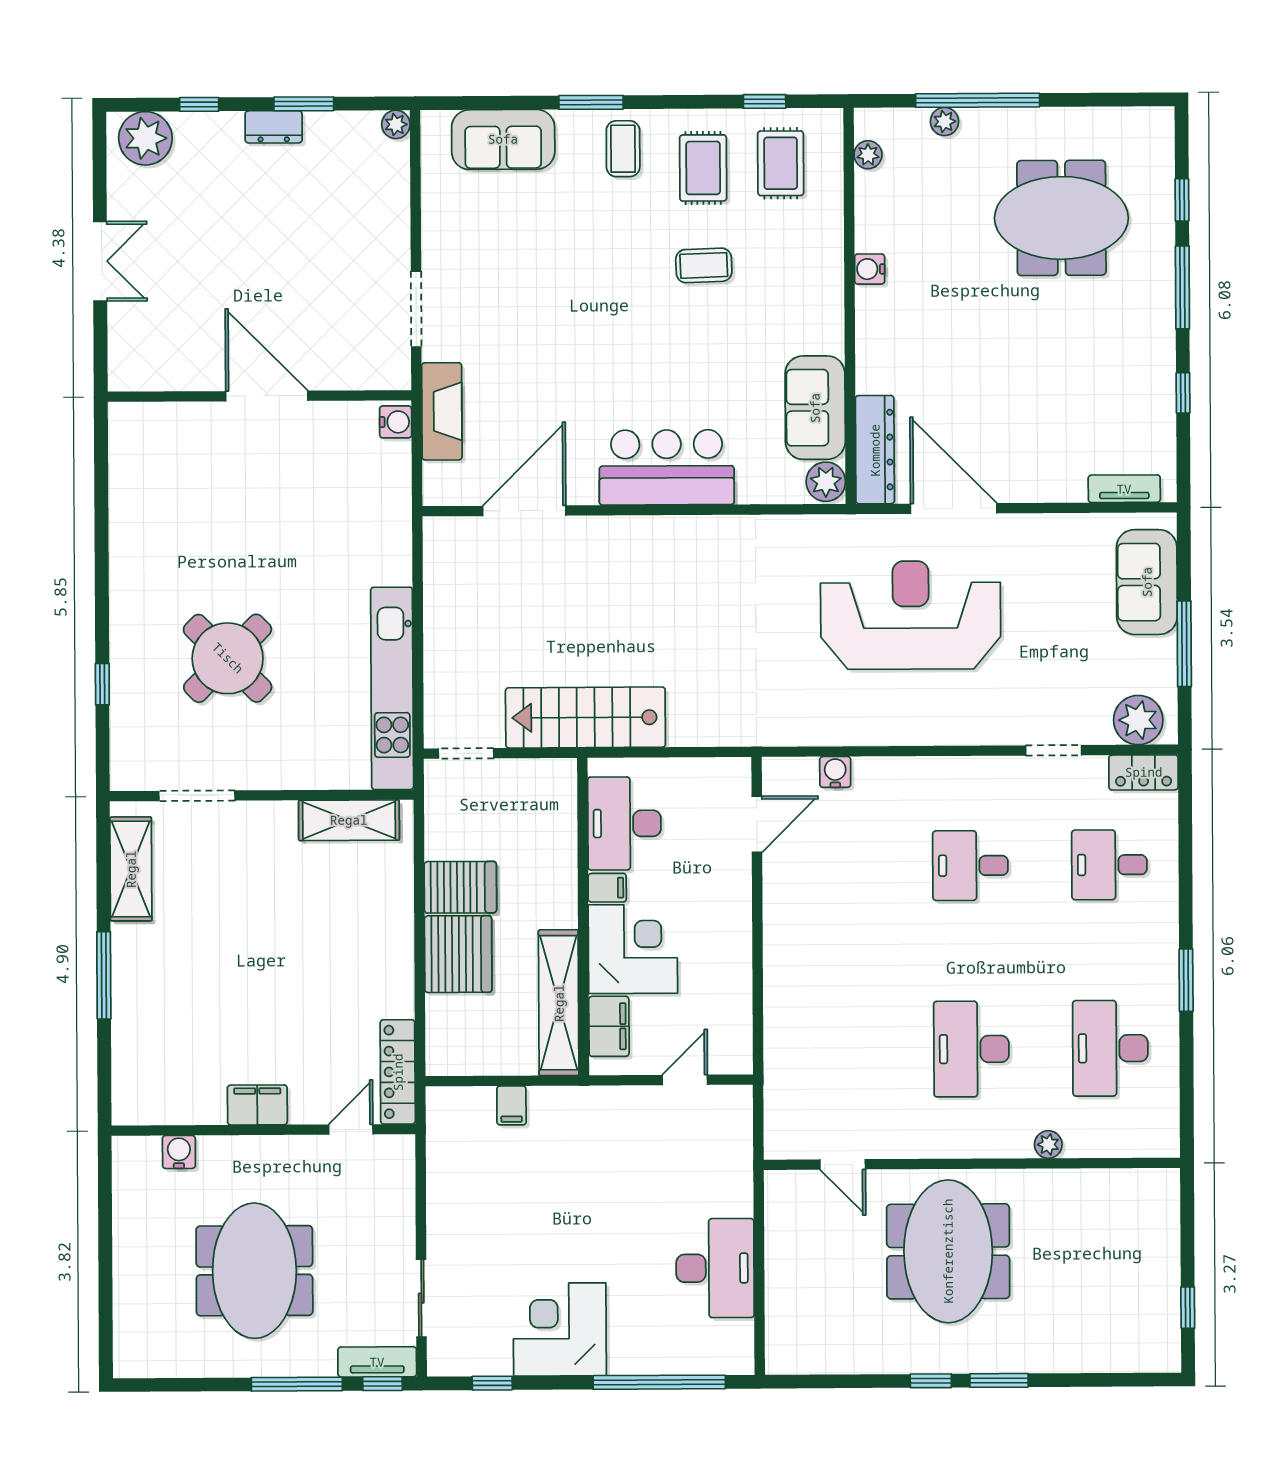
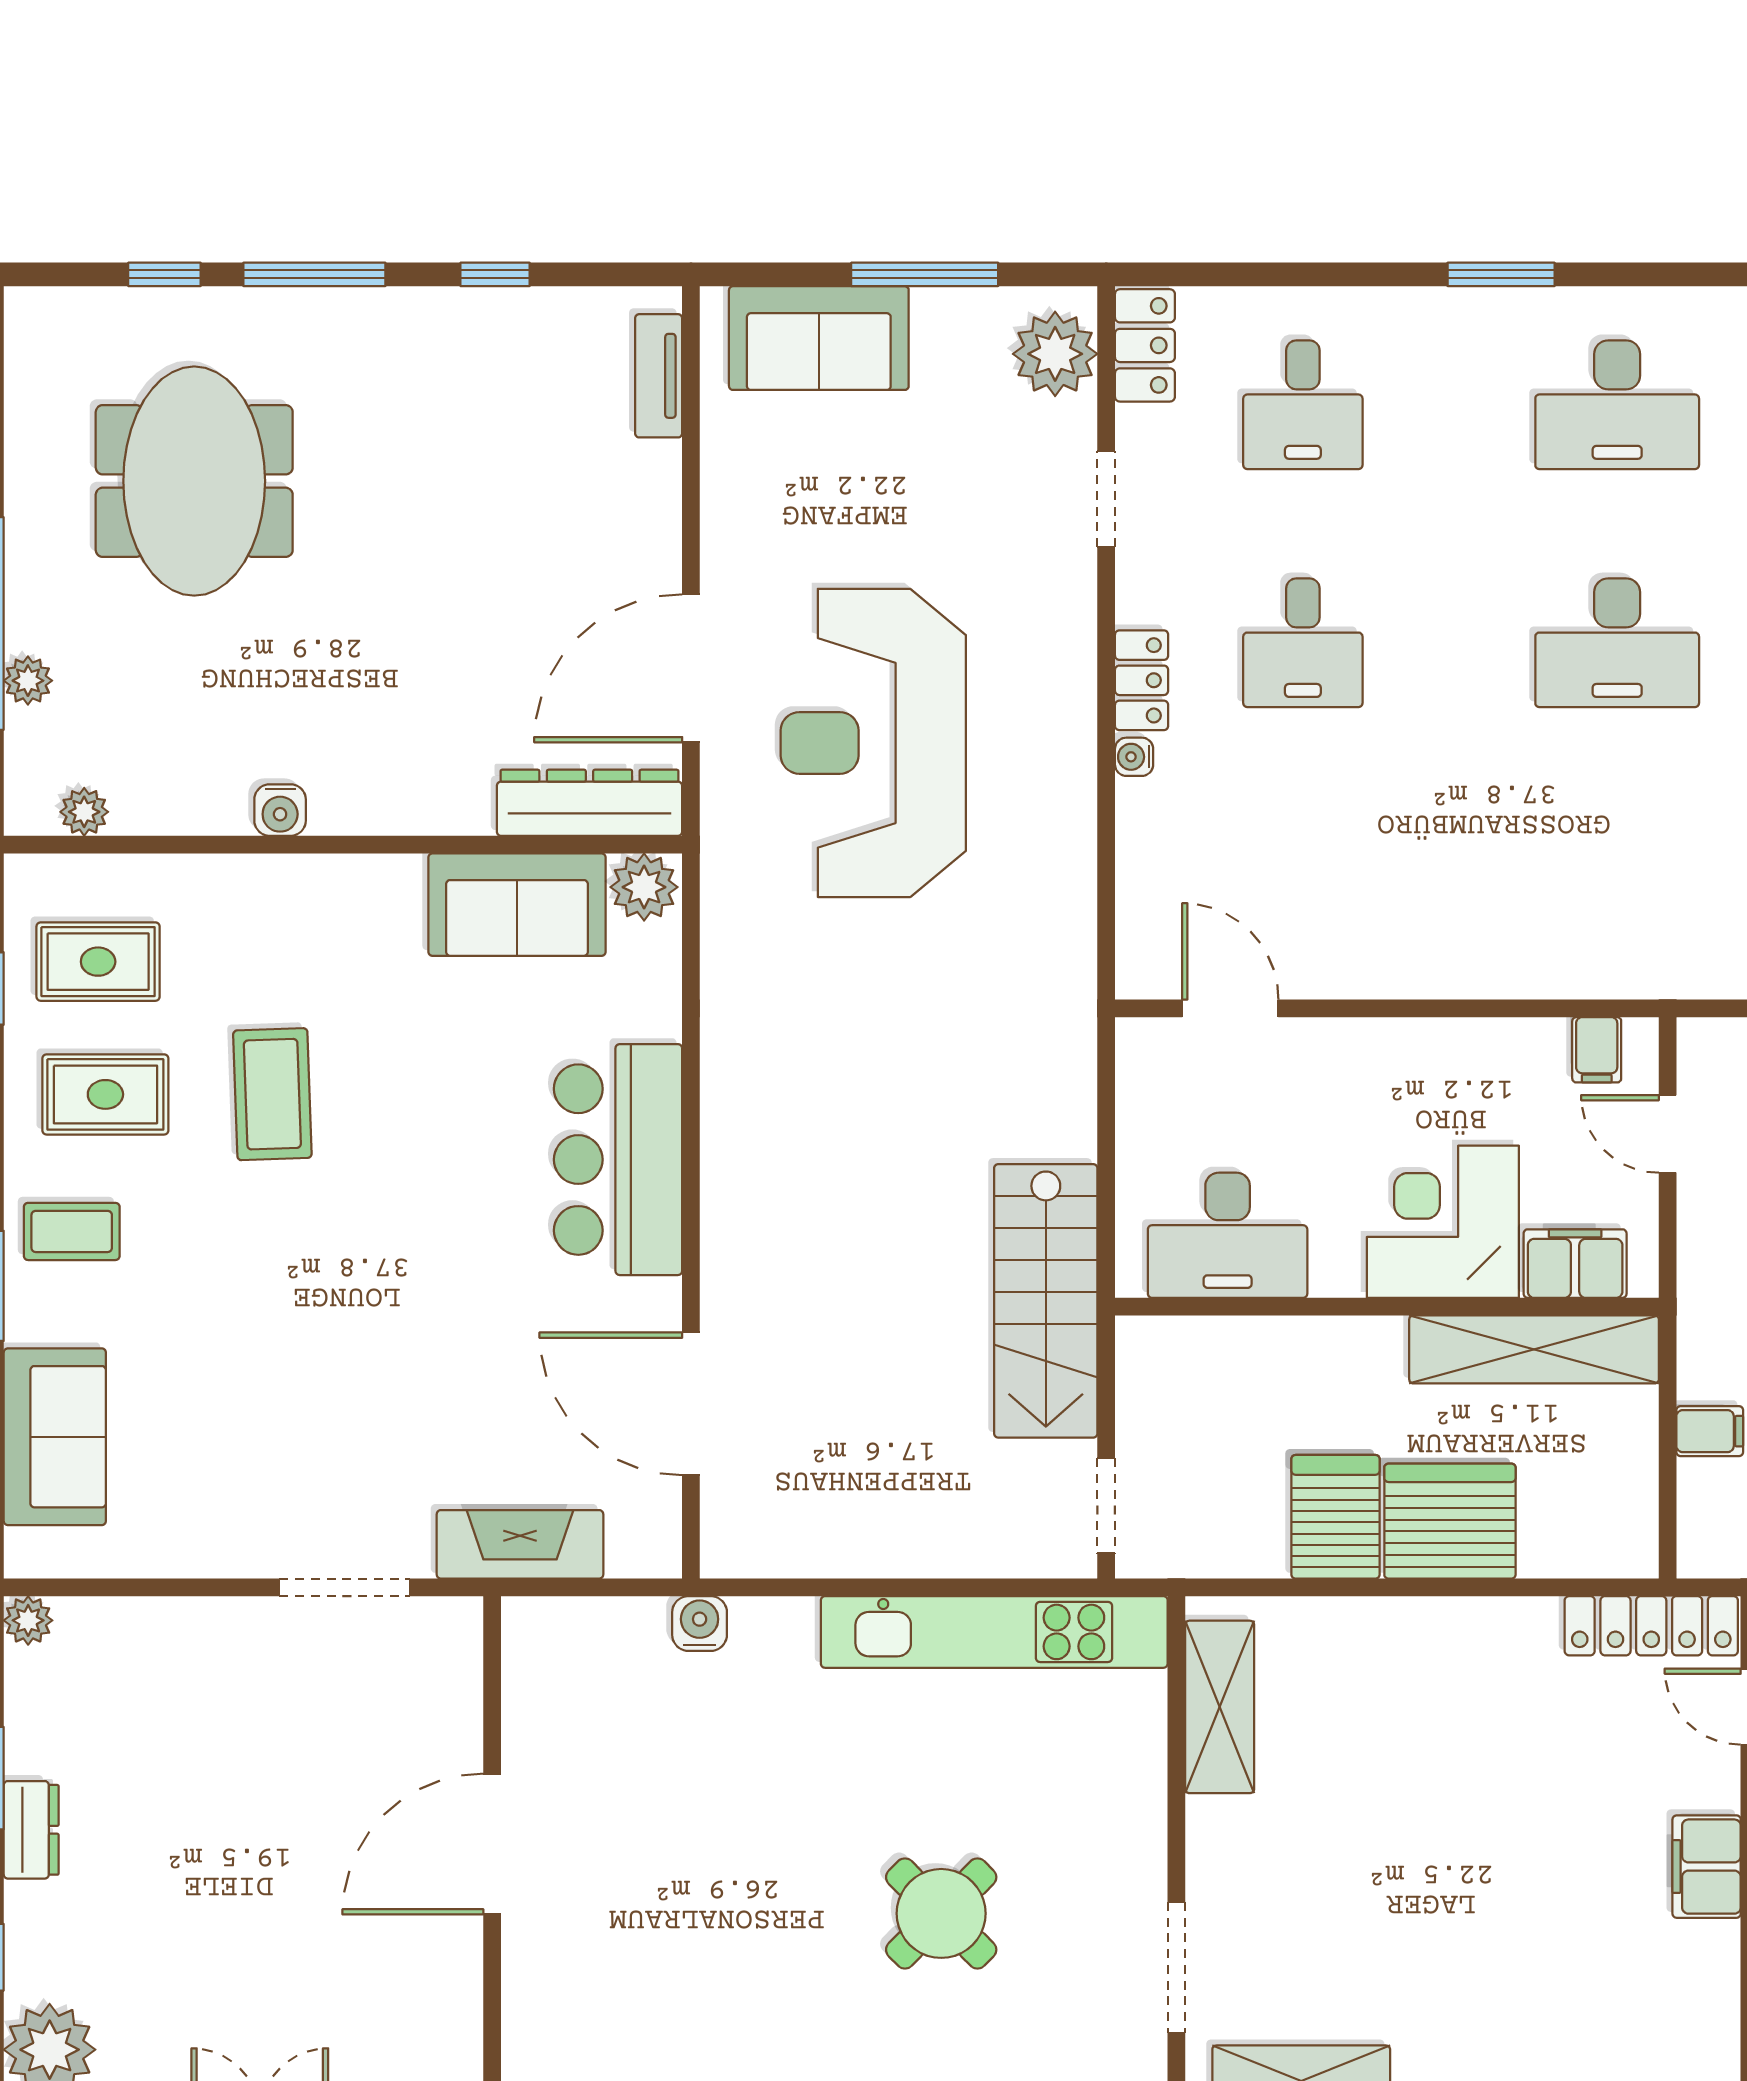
coffee table: (704, 265) -> (272, 1094), width x1.36, depth x1.30
water cooler: (396, 422) -> (700, 1624), moved
round table: (228, 658) -> (941, 1913), width x0.73, depth x0.73
water cooler: (835, 772) -> (1134, 757), moved, width x0.72, depth x0.72
locker: (948, 772) -> (1142, 680), added
filing cabinet: (607, 888) -> (1597, 1050), moved, turned 180

